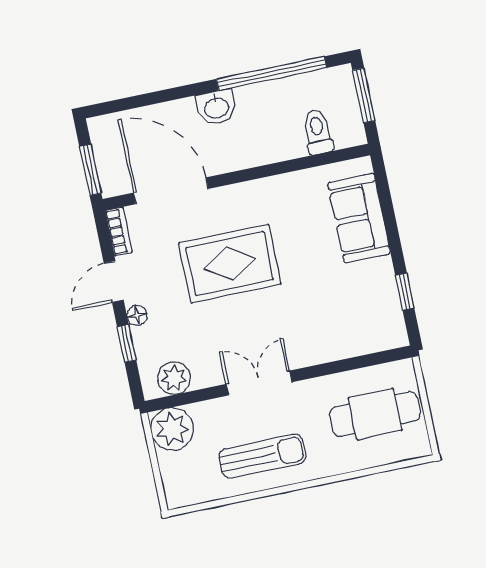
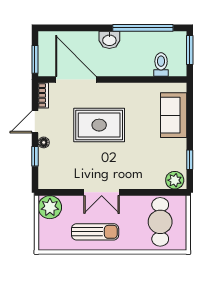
plant: (174, 378) -> (175, 180), moved
double door: (259, 383) -> (102, 192), swing flipped
cafe table: (375, 414) -> (160, 222), turned 90

